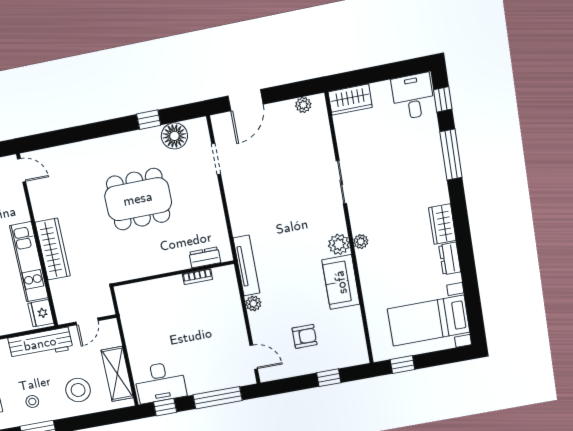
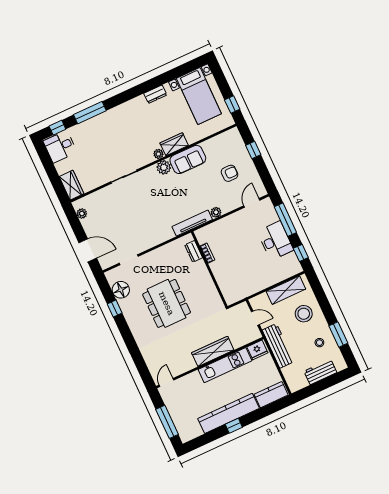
wardrobe: (442, 224) -> (174, 144), moved, turned 180
armchair: (305, 336) -> (229, 173), turned 90
desk: (160, 382) -> (275, 241), moved

